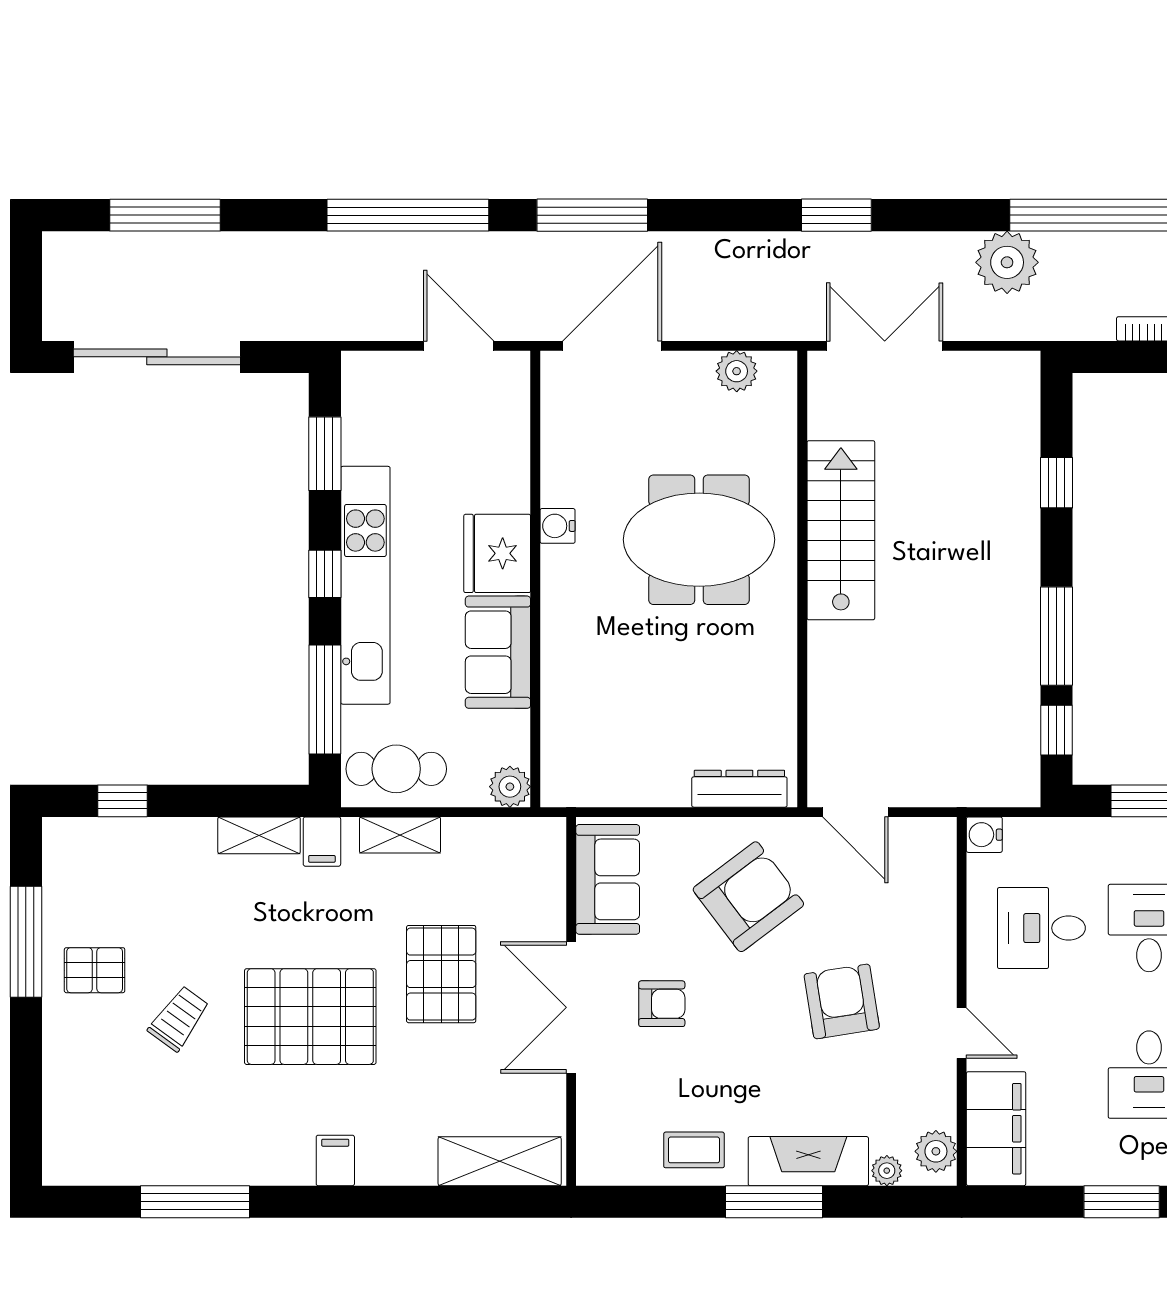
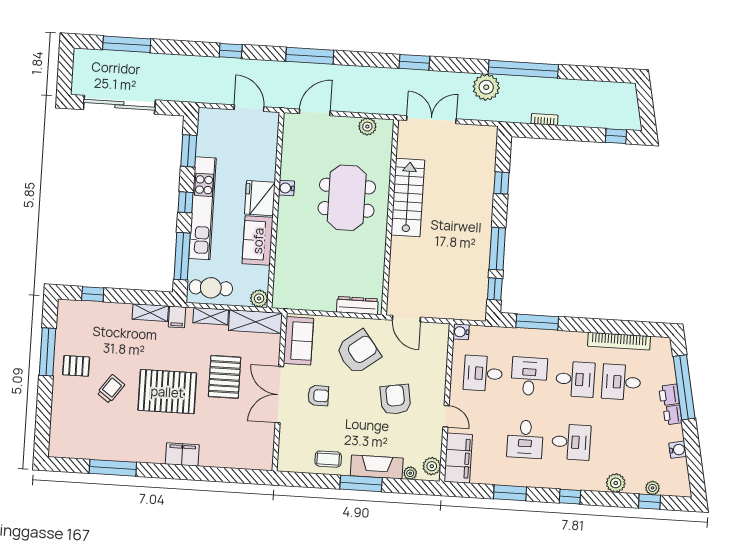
window: (408, 215) -> (231, 51), width x0.32
door: (612, 346) -> (315, 112), width x0.73
meeting table: (699, 540) -> (347, 198), turned 90
filing cabinet: (335, 1160) -> (182, 454), width x2.00
shelving: (500, 1161) -> (255, 322), moved

